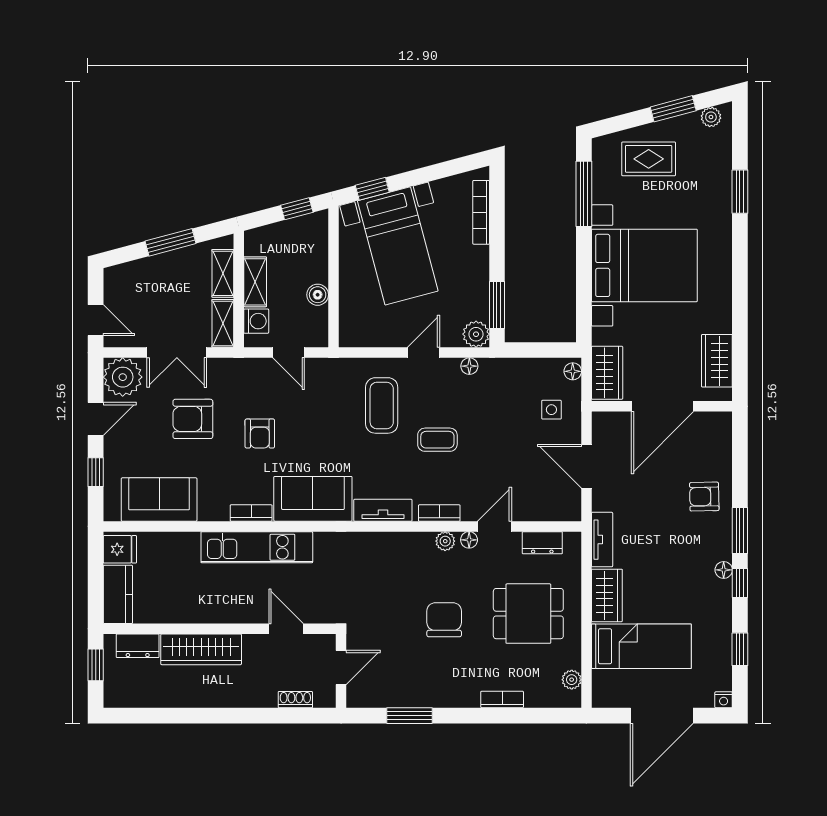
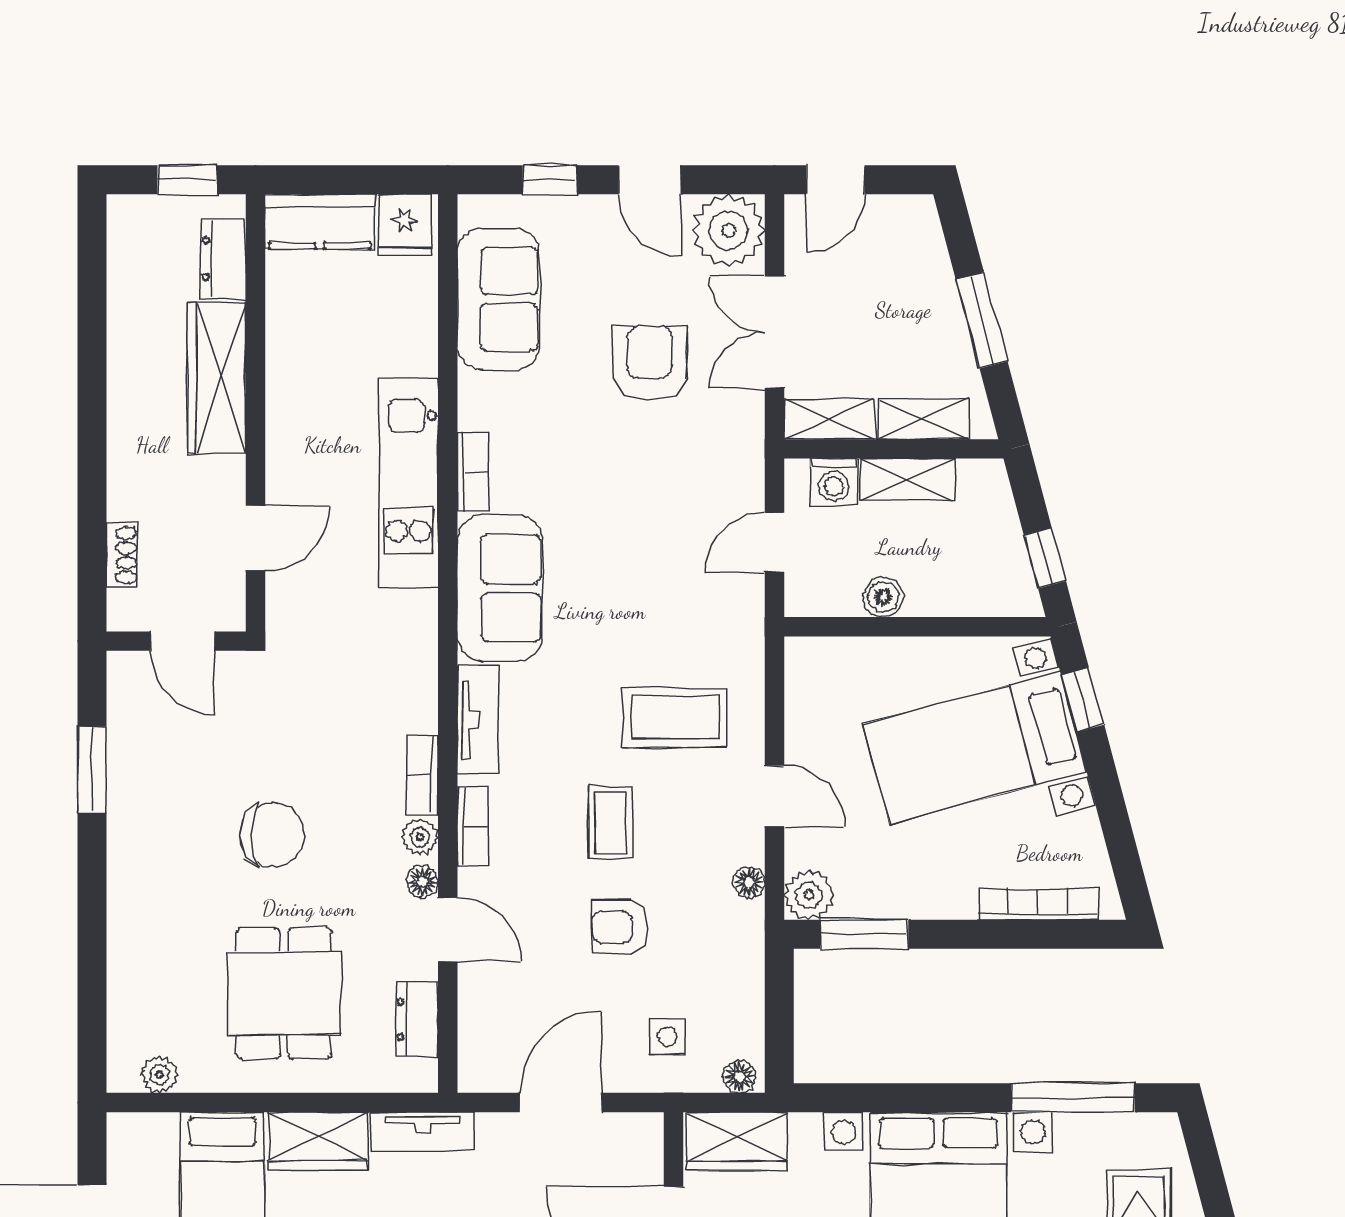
armchair: (260, 434) -> (620, 927), moved
bookcase: (502, 699) -> (422, 775), moved, turned 180

